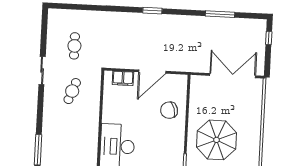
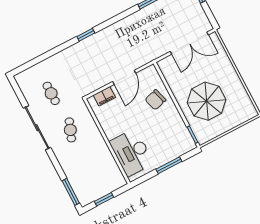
window: (152, 11) -> (86, 35), moved
sliding door: (42, 71) -> (37, 128), width x1.86
double door: (233, 76) -> (189, 43), swing flipped

